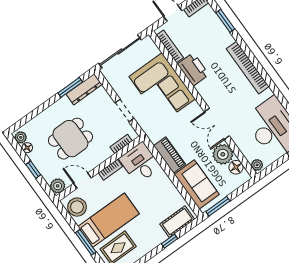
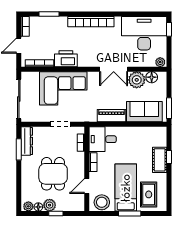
plant: (58, 186) -> (50, 205), moved
cot: (177, 222) -> (160, 160), moved

